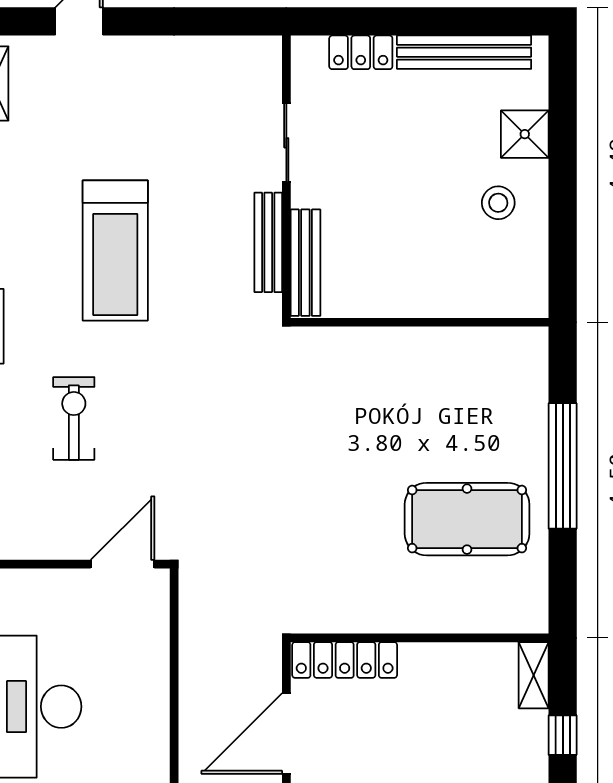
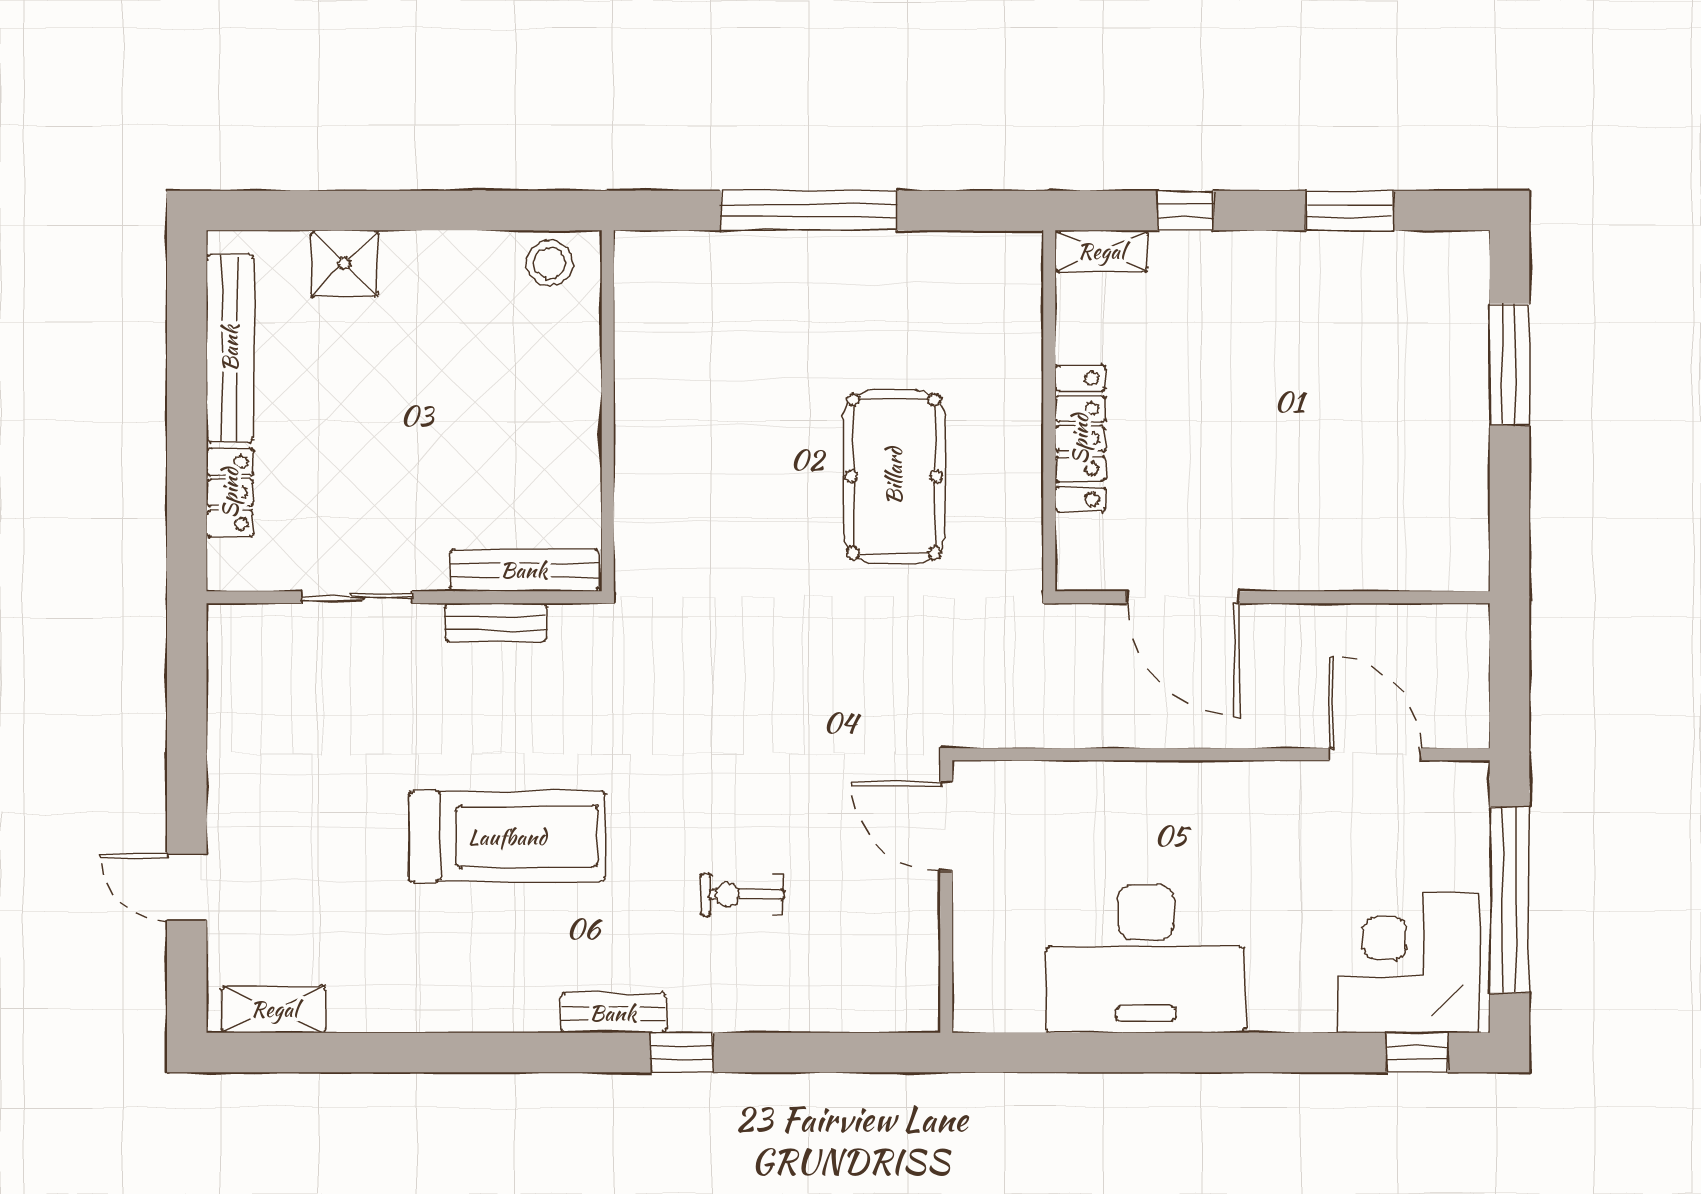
stool: (498, 203) -> (550, 263), moved
bench: (268, 242) -> (496, 623), width x0.73
exercise bike: (74, 418) -> (742, 895), width x0.73, depth x0.72
pool table: (467, 519) -> (894, 476), moved
locker: (345, 660) -> (1080, 439), moved

